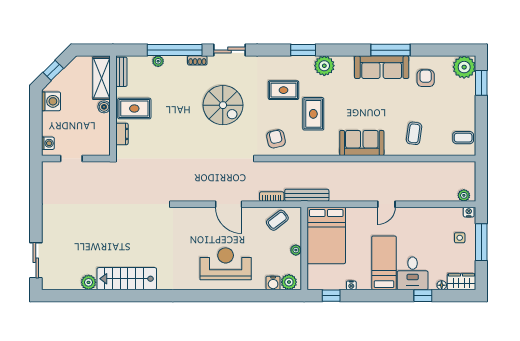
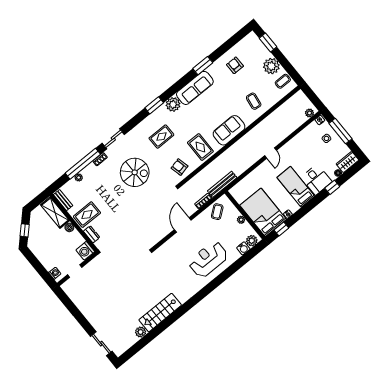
window: (391, 50) -> (203, 66), width x0.69
sofa: (382, 67) -> (195, 88), moved
plant: (464, 67) -> (271, 66), moved
washing machine: (51, 101) -> (85, 251), moved, turned 180
rug: (313, 114) -> (200, 147), moved
door: (229, 204) -> (183, 225), swing flipped
bed: (326, 235) -> (263, 212), moved, turned 180

